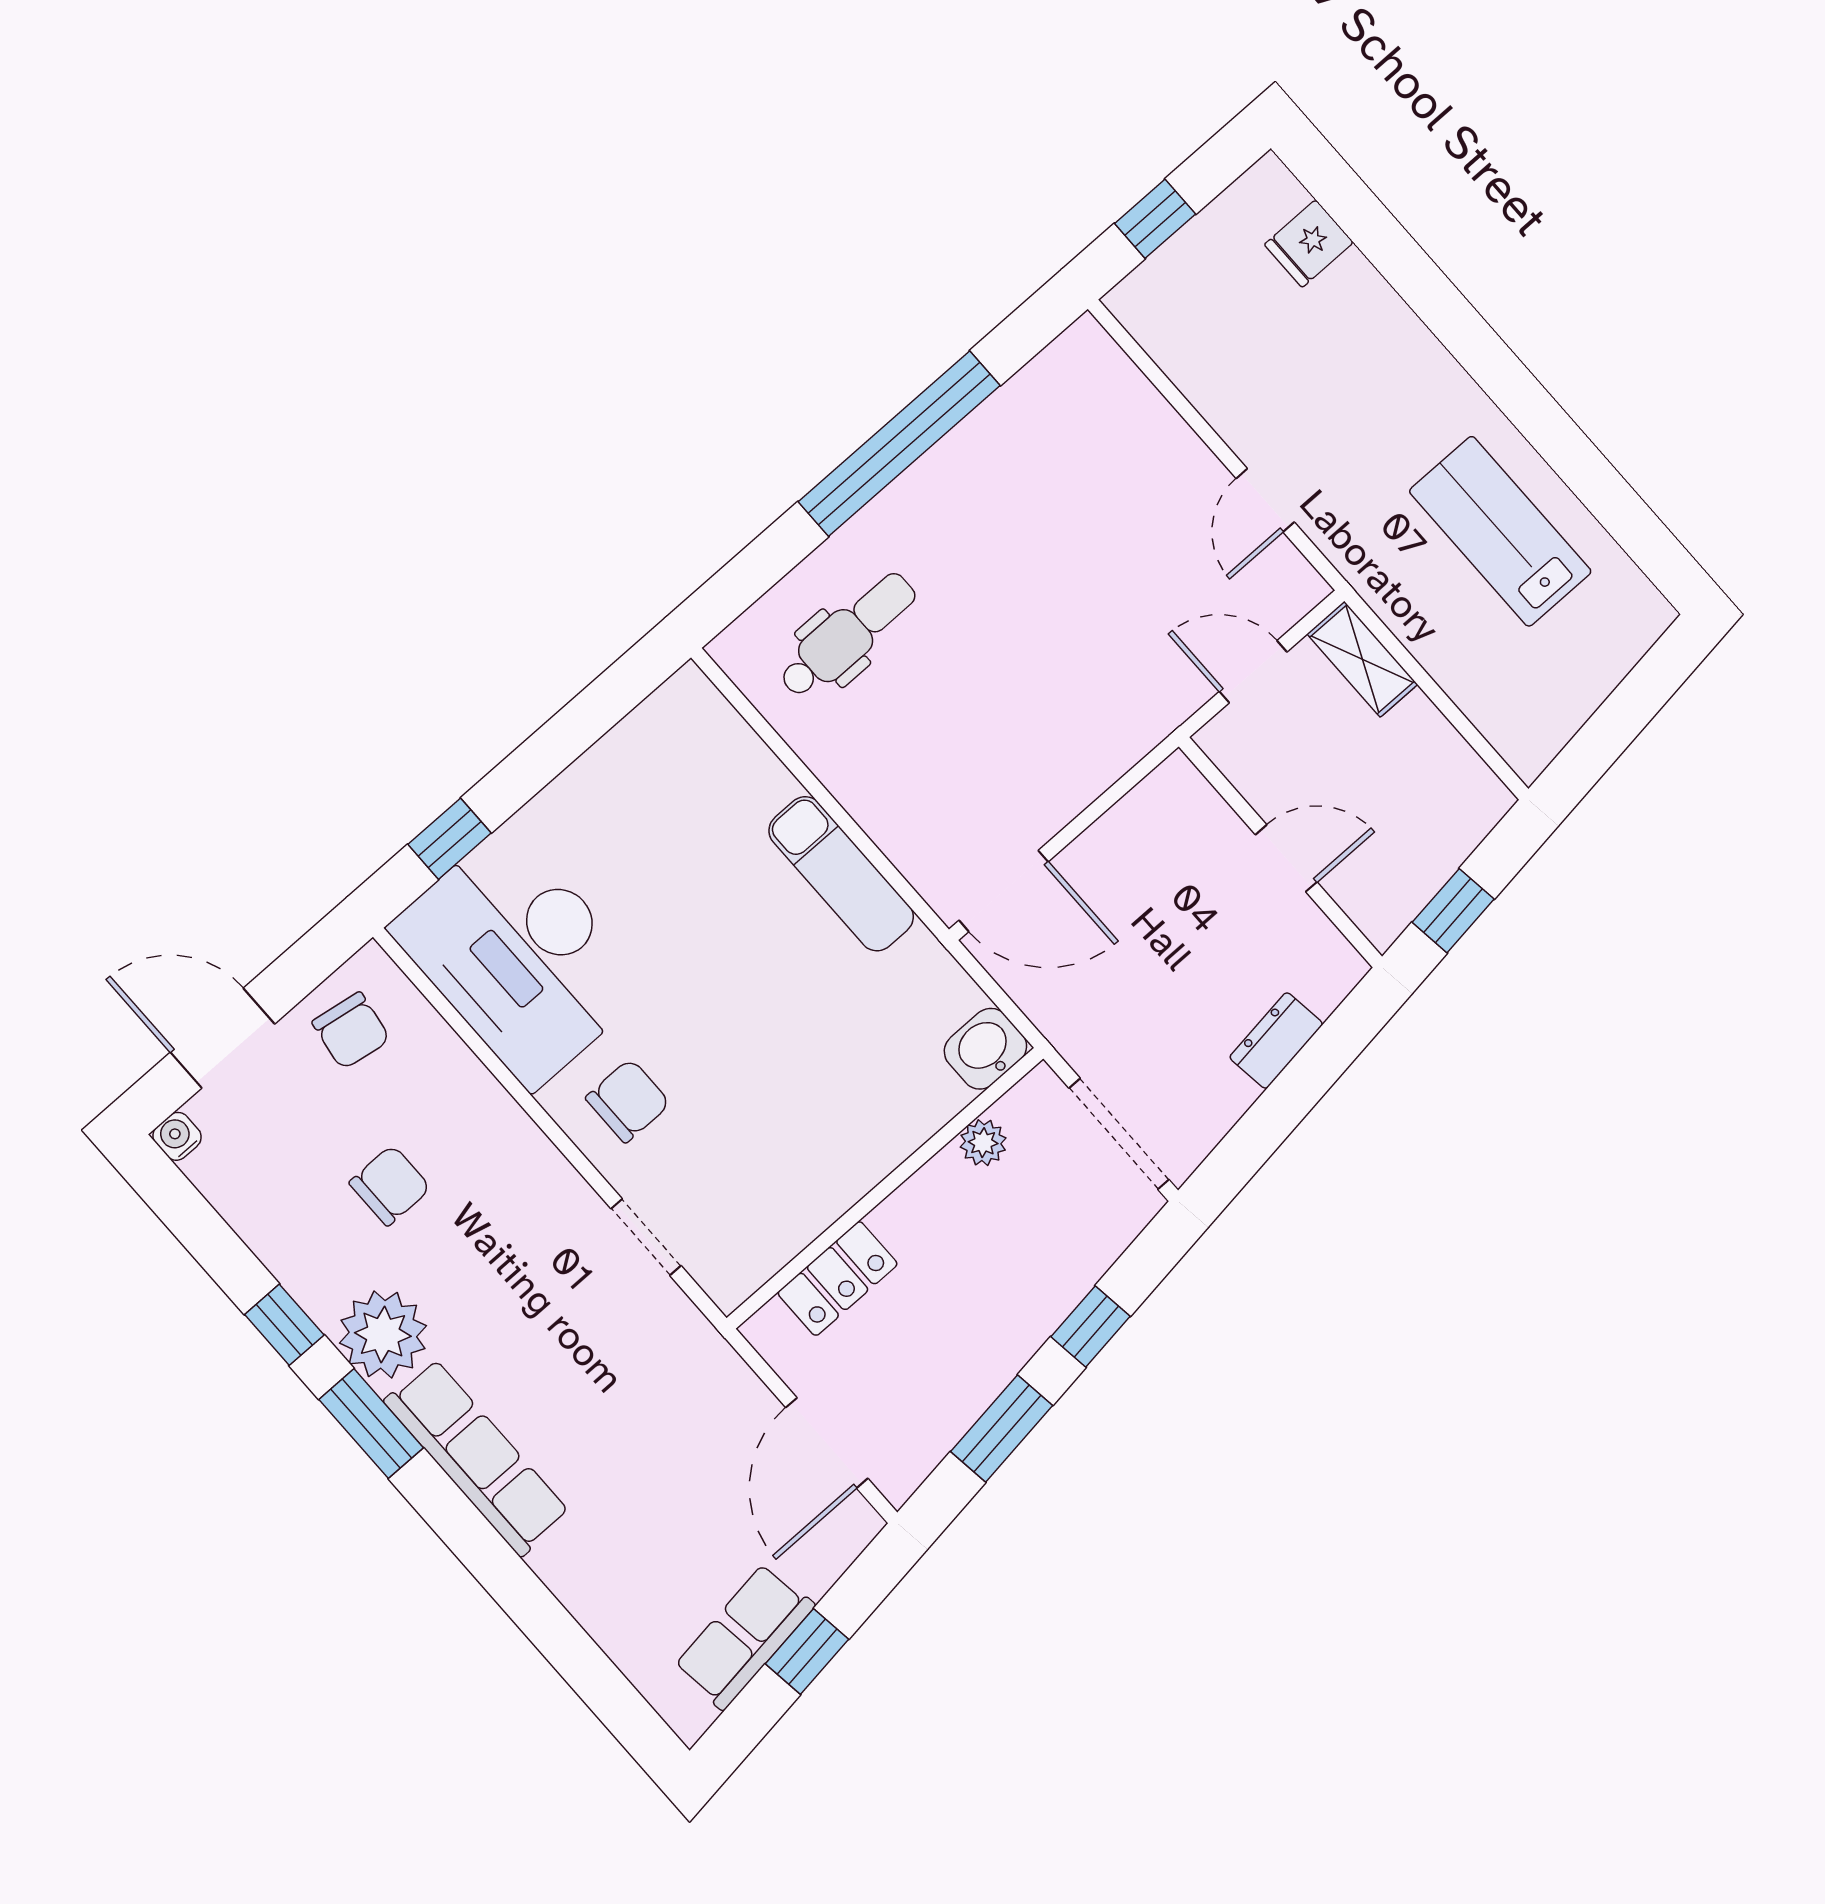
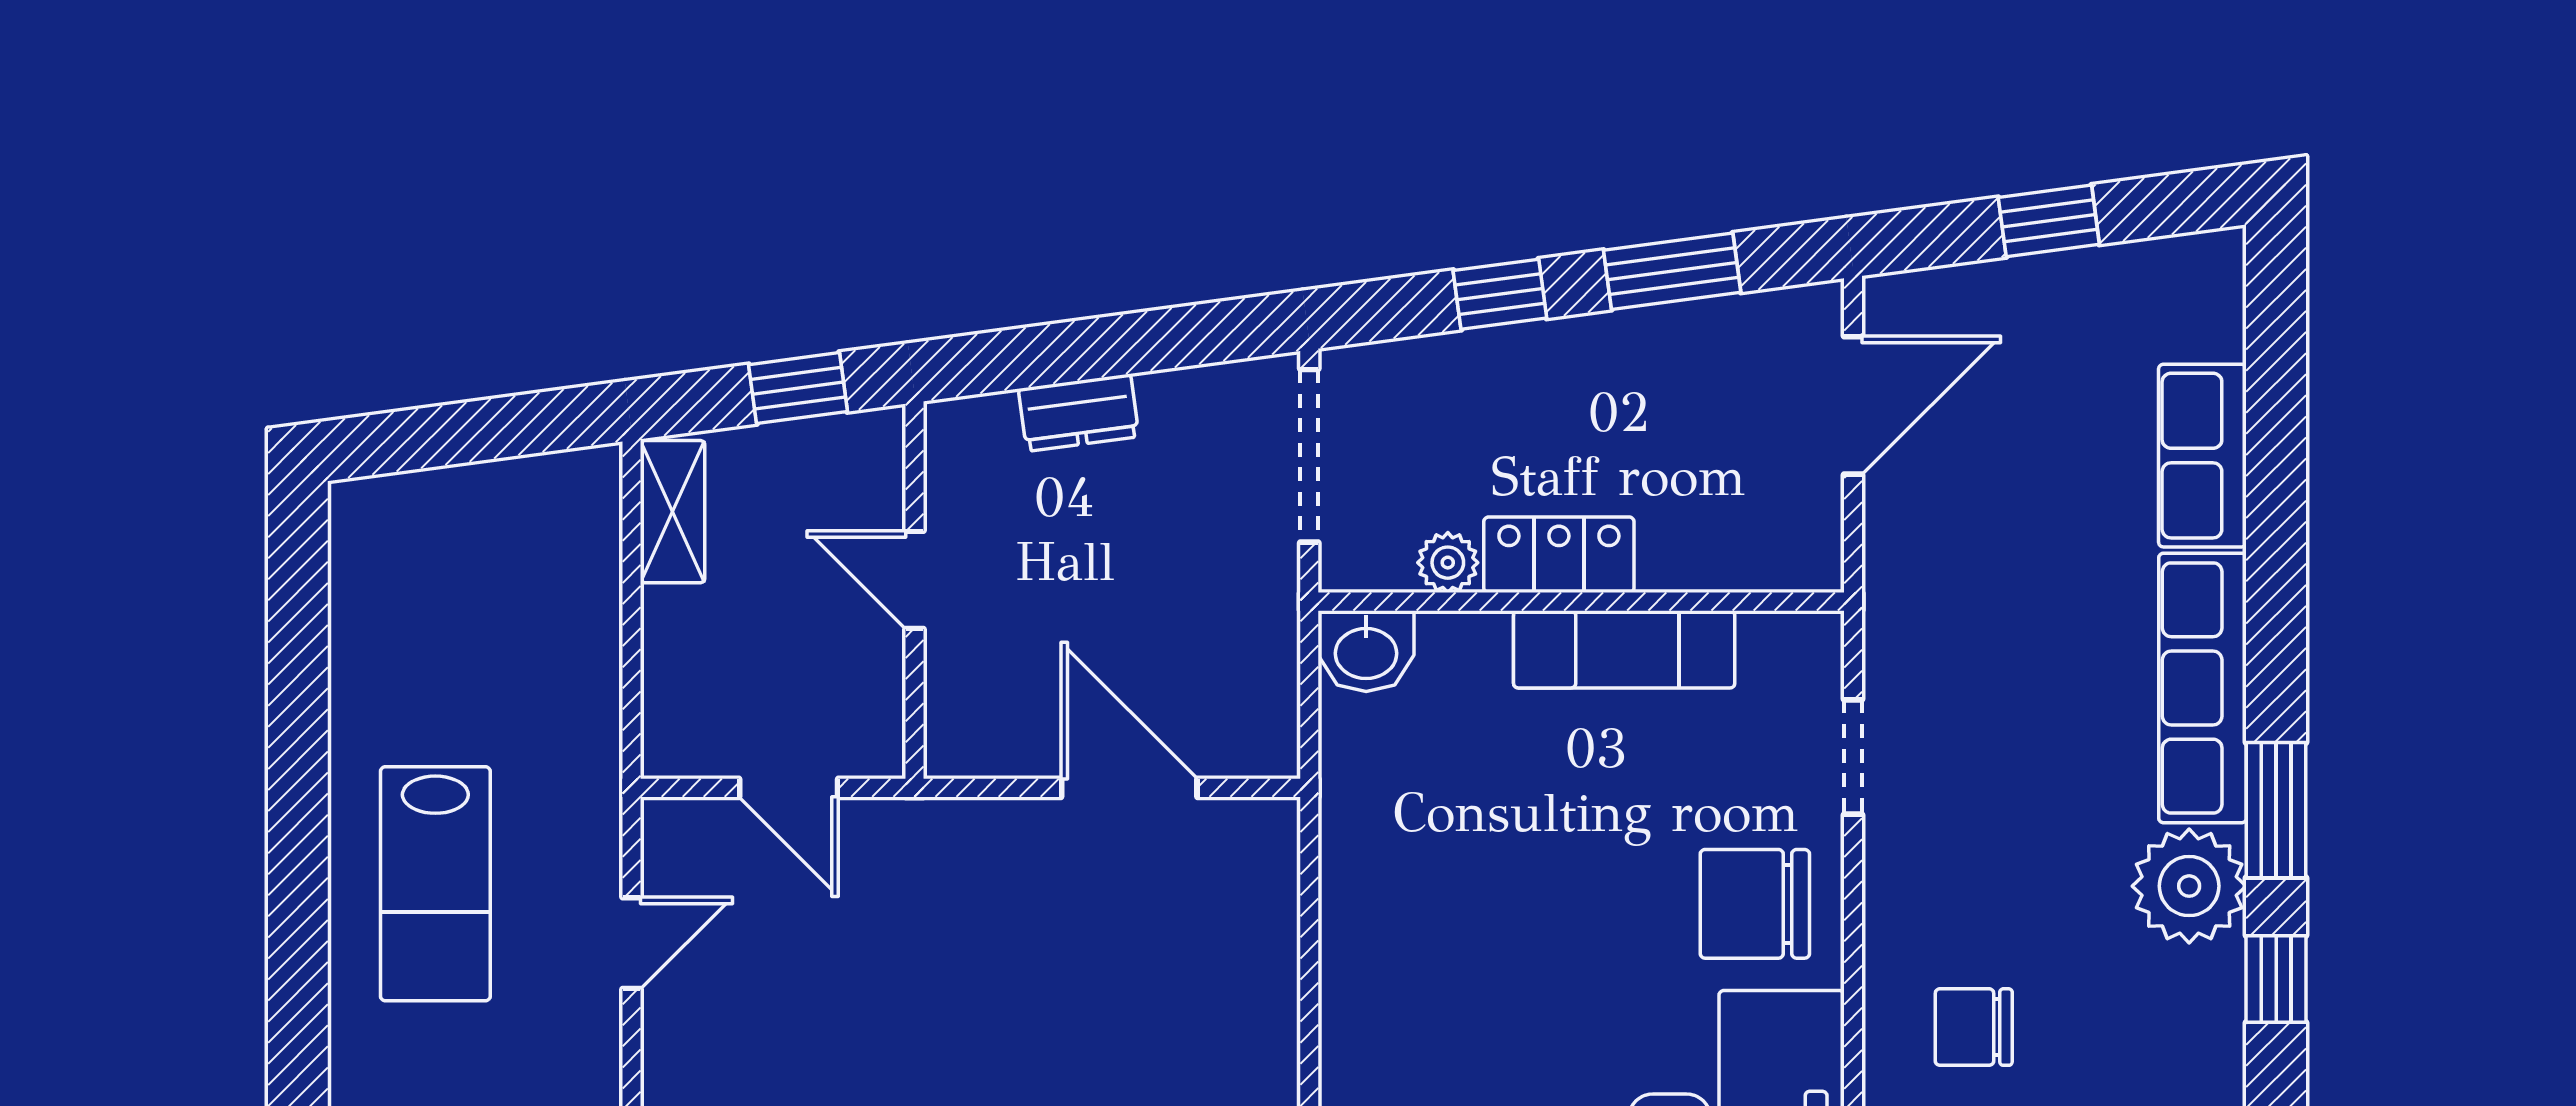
lab bench: (1500, 531) -> (435, 884), moved
shelving: (1362, 659) -> (673, 512), moved
exam couch: (841, 874) -> (1624, 649), moved, turned 90
door: (1004, 891) -> (1129, 788), moved
chair: (628, 1101) -> (1755, 904), width x1.37, depth x1.37
chair: (390, 1185) -> (1974, 1027), moved
locker: (838, 1279) -> (1559, 555), moved
row of seats: (744, 1636) -> (2202, 456), moved, turned 98

